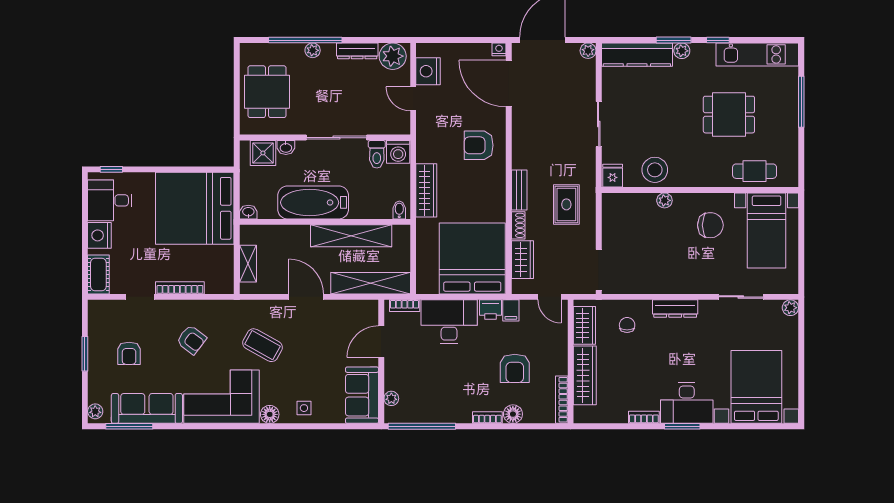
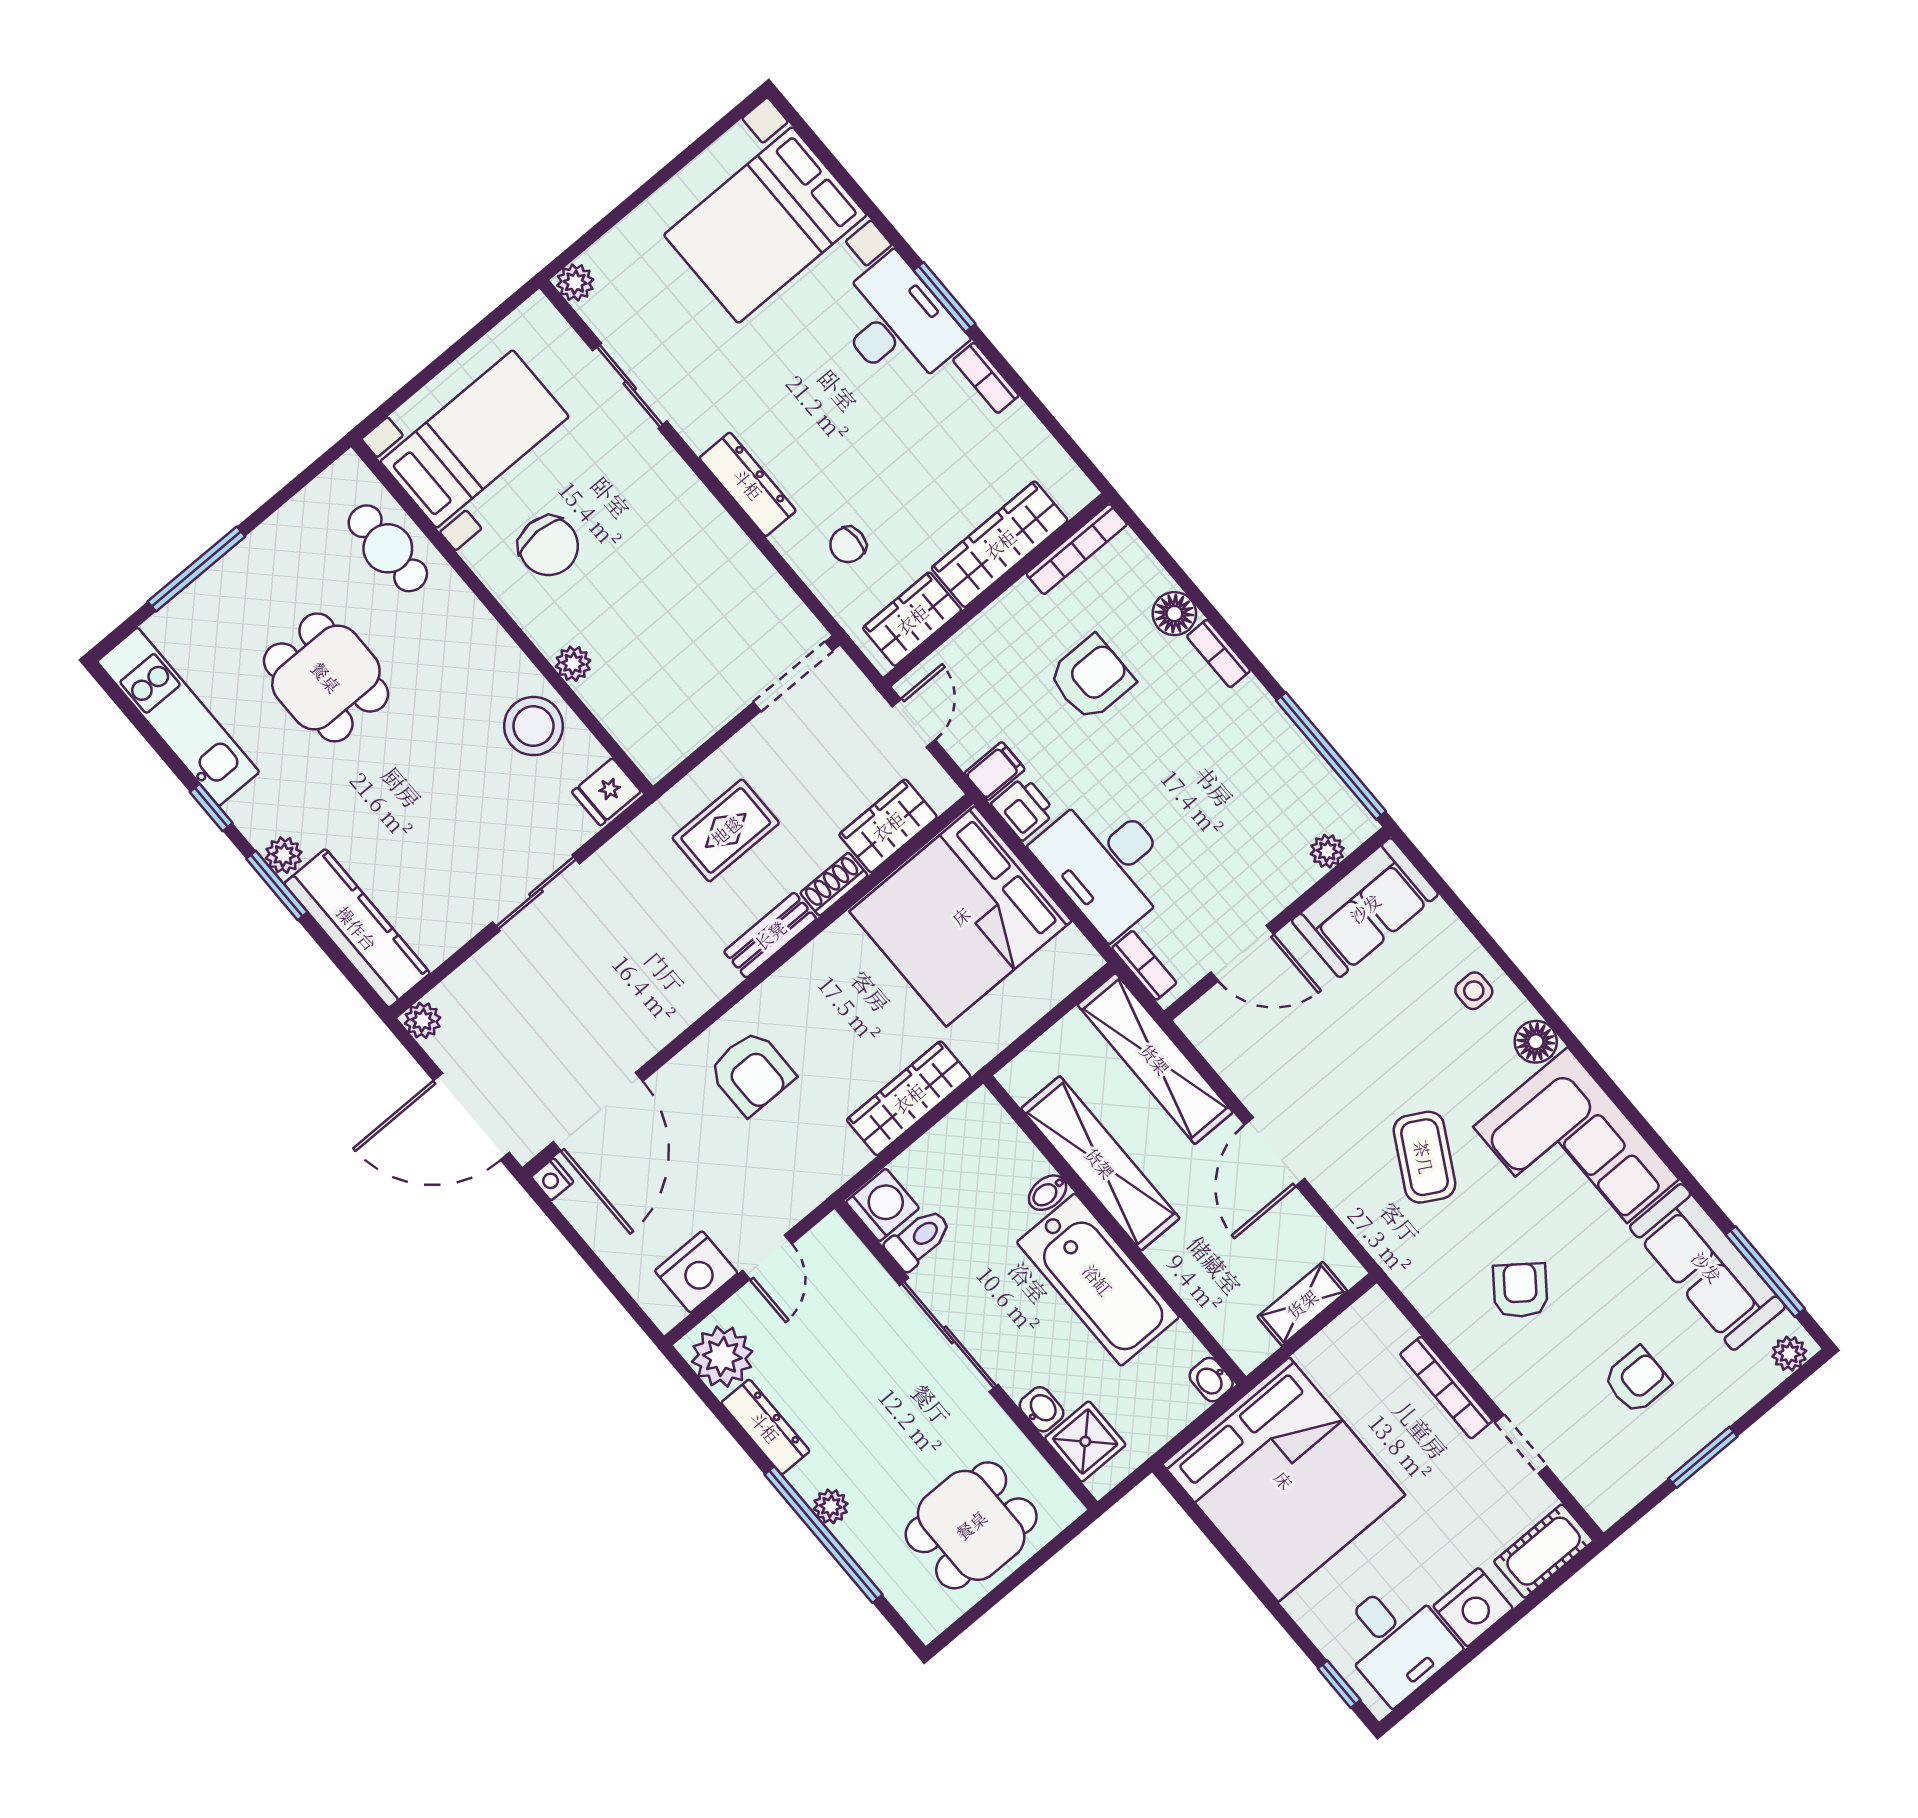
bidet: (399, 210) -> (1047, 1193), moved
chair: (710, 225) -> (549, 546), turned 180

